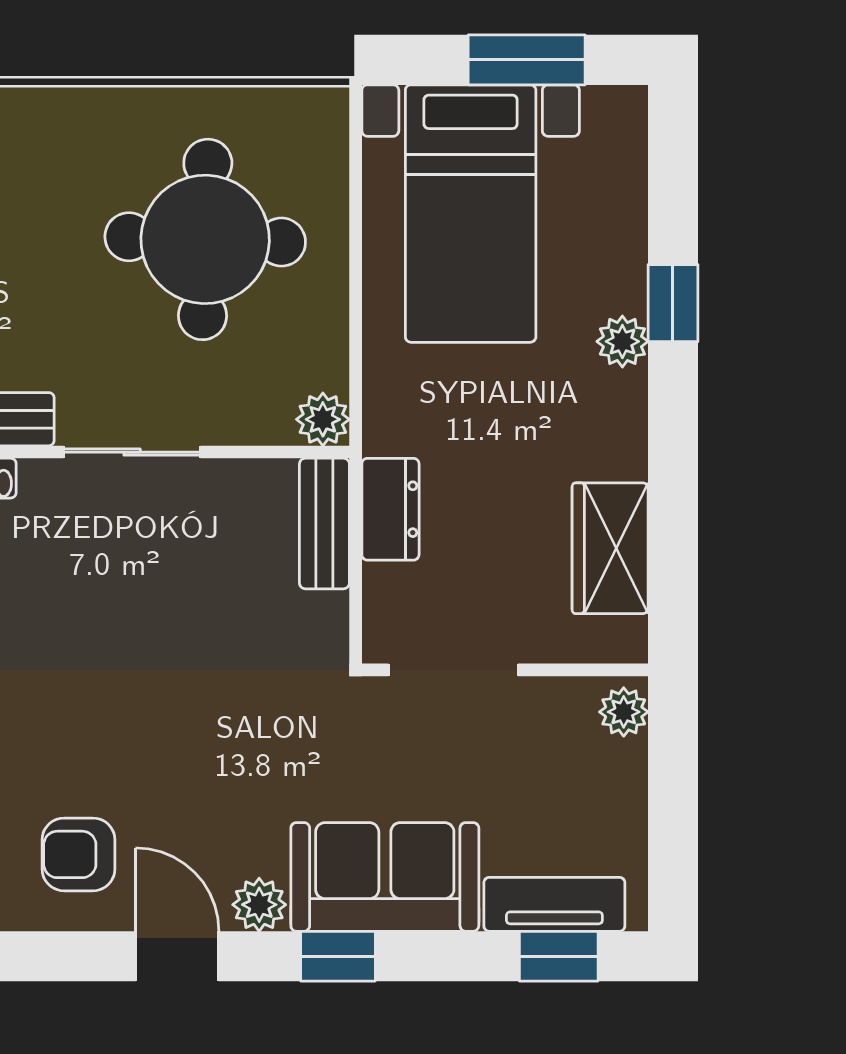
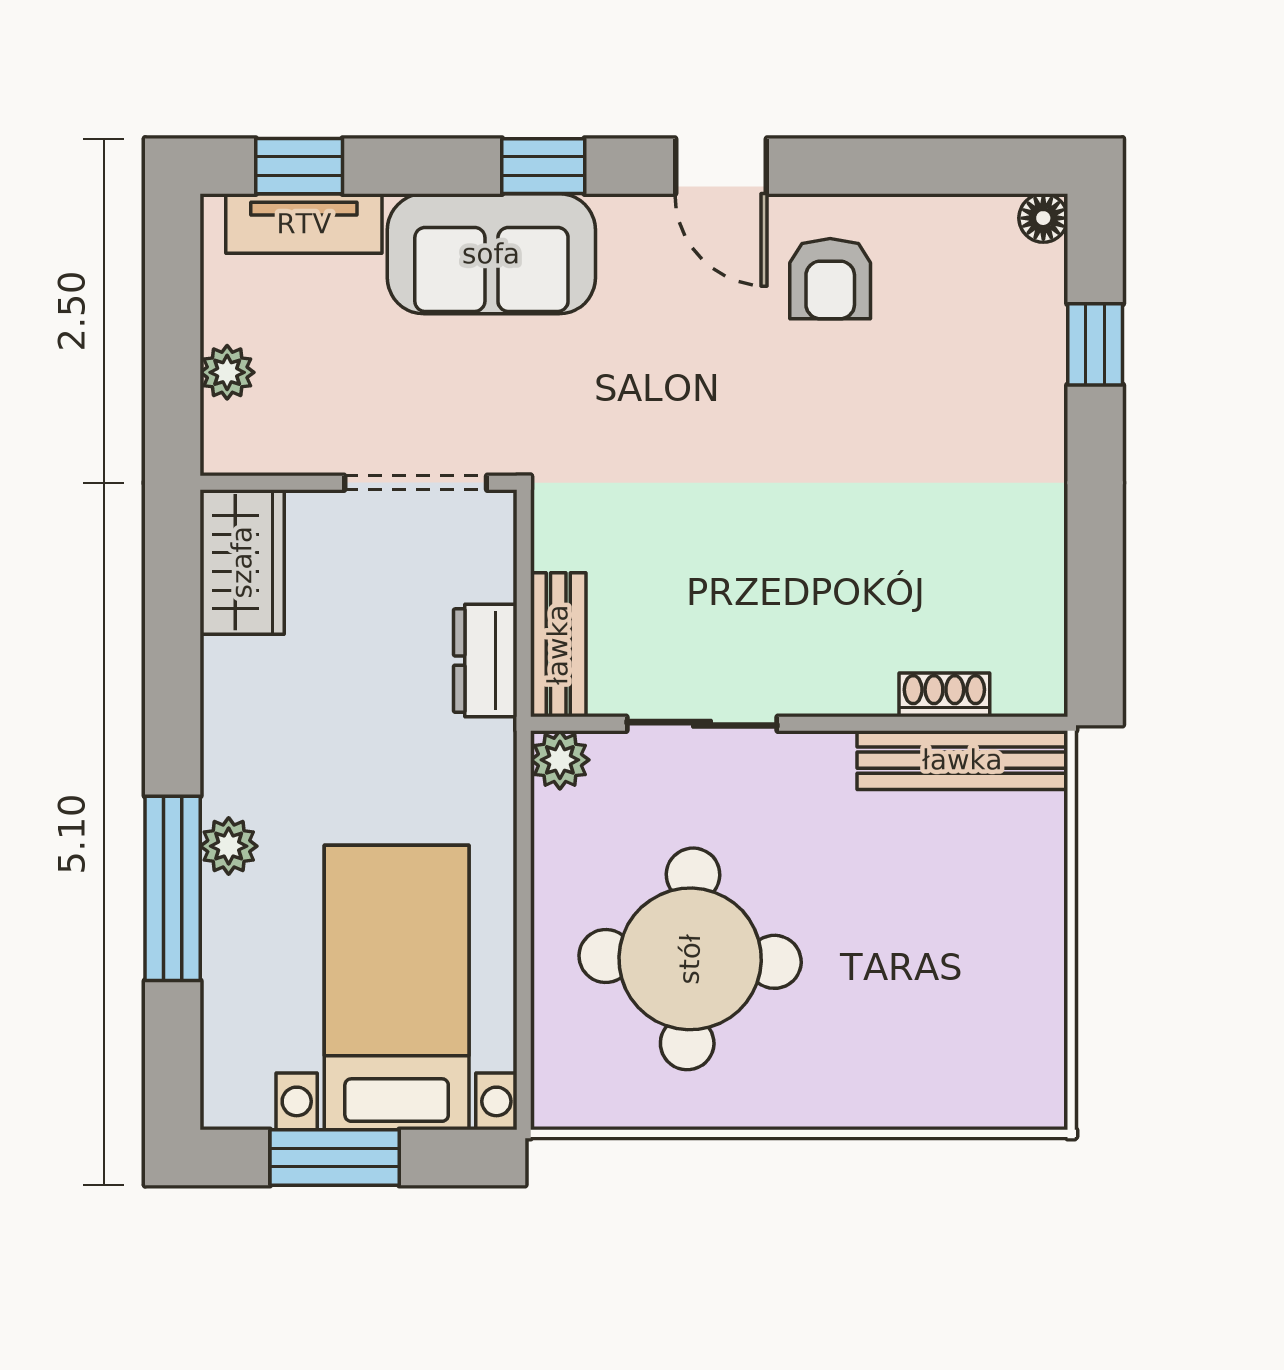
window: (673, 303) -> (173, 888), width x2.17
sliding door: (132, 452) -> (702, 724), moved
wardrobe: (610, 548) -> (242, 562), moved
plant: (624, 712) -> (227, 372), moved
armchair: (78, 854) -> (830, 279), turned 90
plant: (259, 905) -> (630, 223), removed

